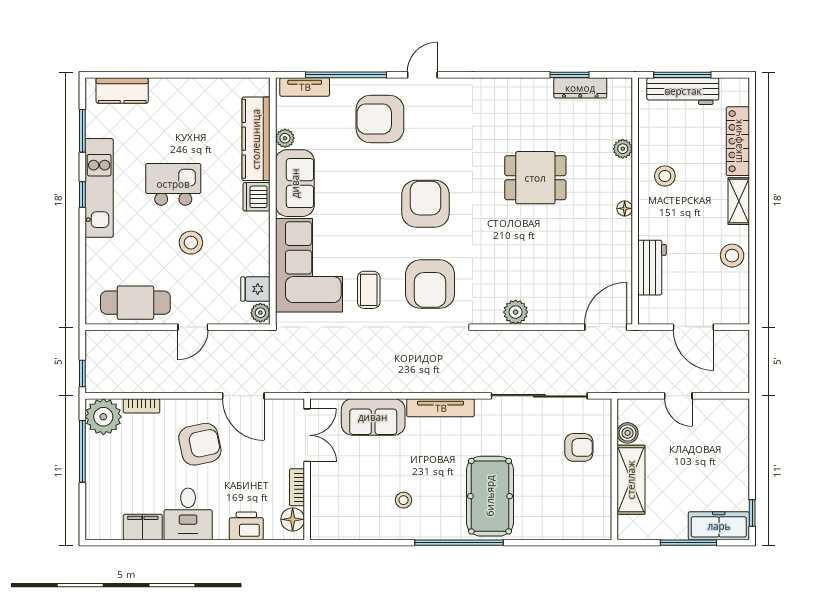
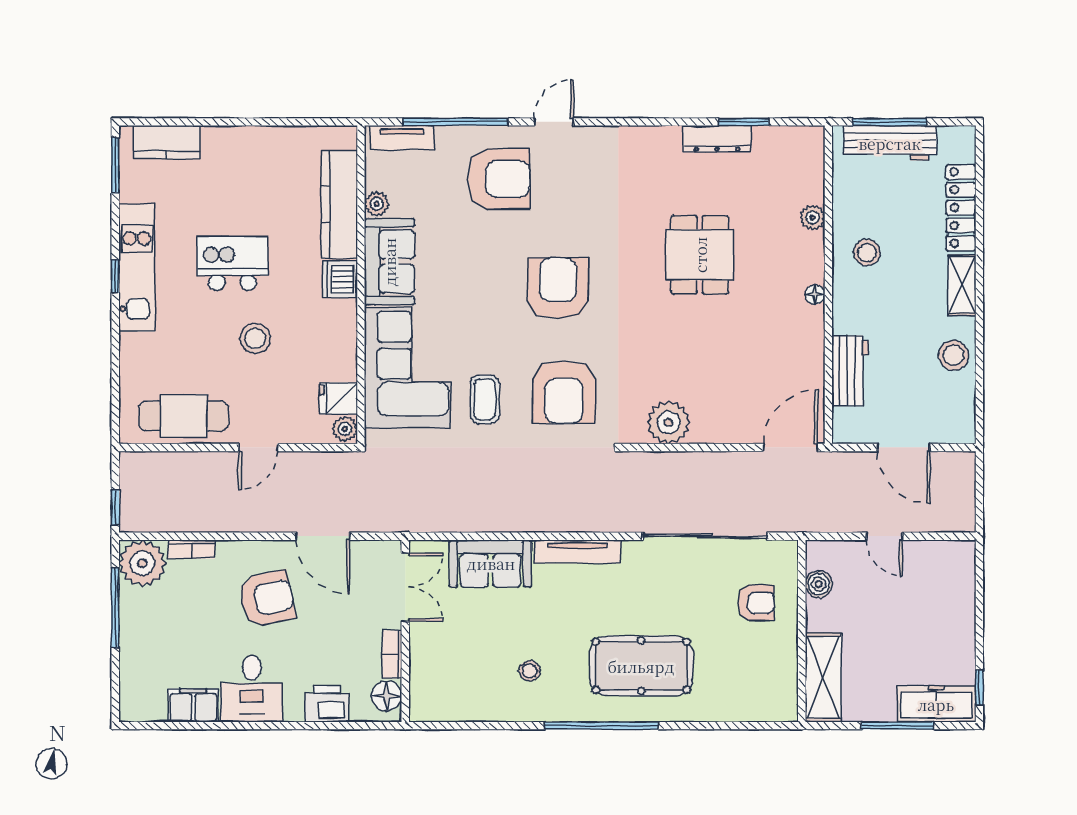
dresser: (580, 88) -> (717, 139), moved
armchair: (380, 119) -> (499, 179), turned 180
window: (82, 131) -> (115, 166), moved
dining table: (535, 178) -> (700, 255), turned 90
plant: (516, 312) -> (669, 422), width x1.36, depth x1.36
shelving: (631, 480) -> (823, 677), moved
pool table: (490, 496) -> (641, 666), turned 90

